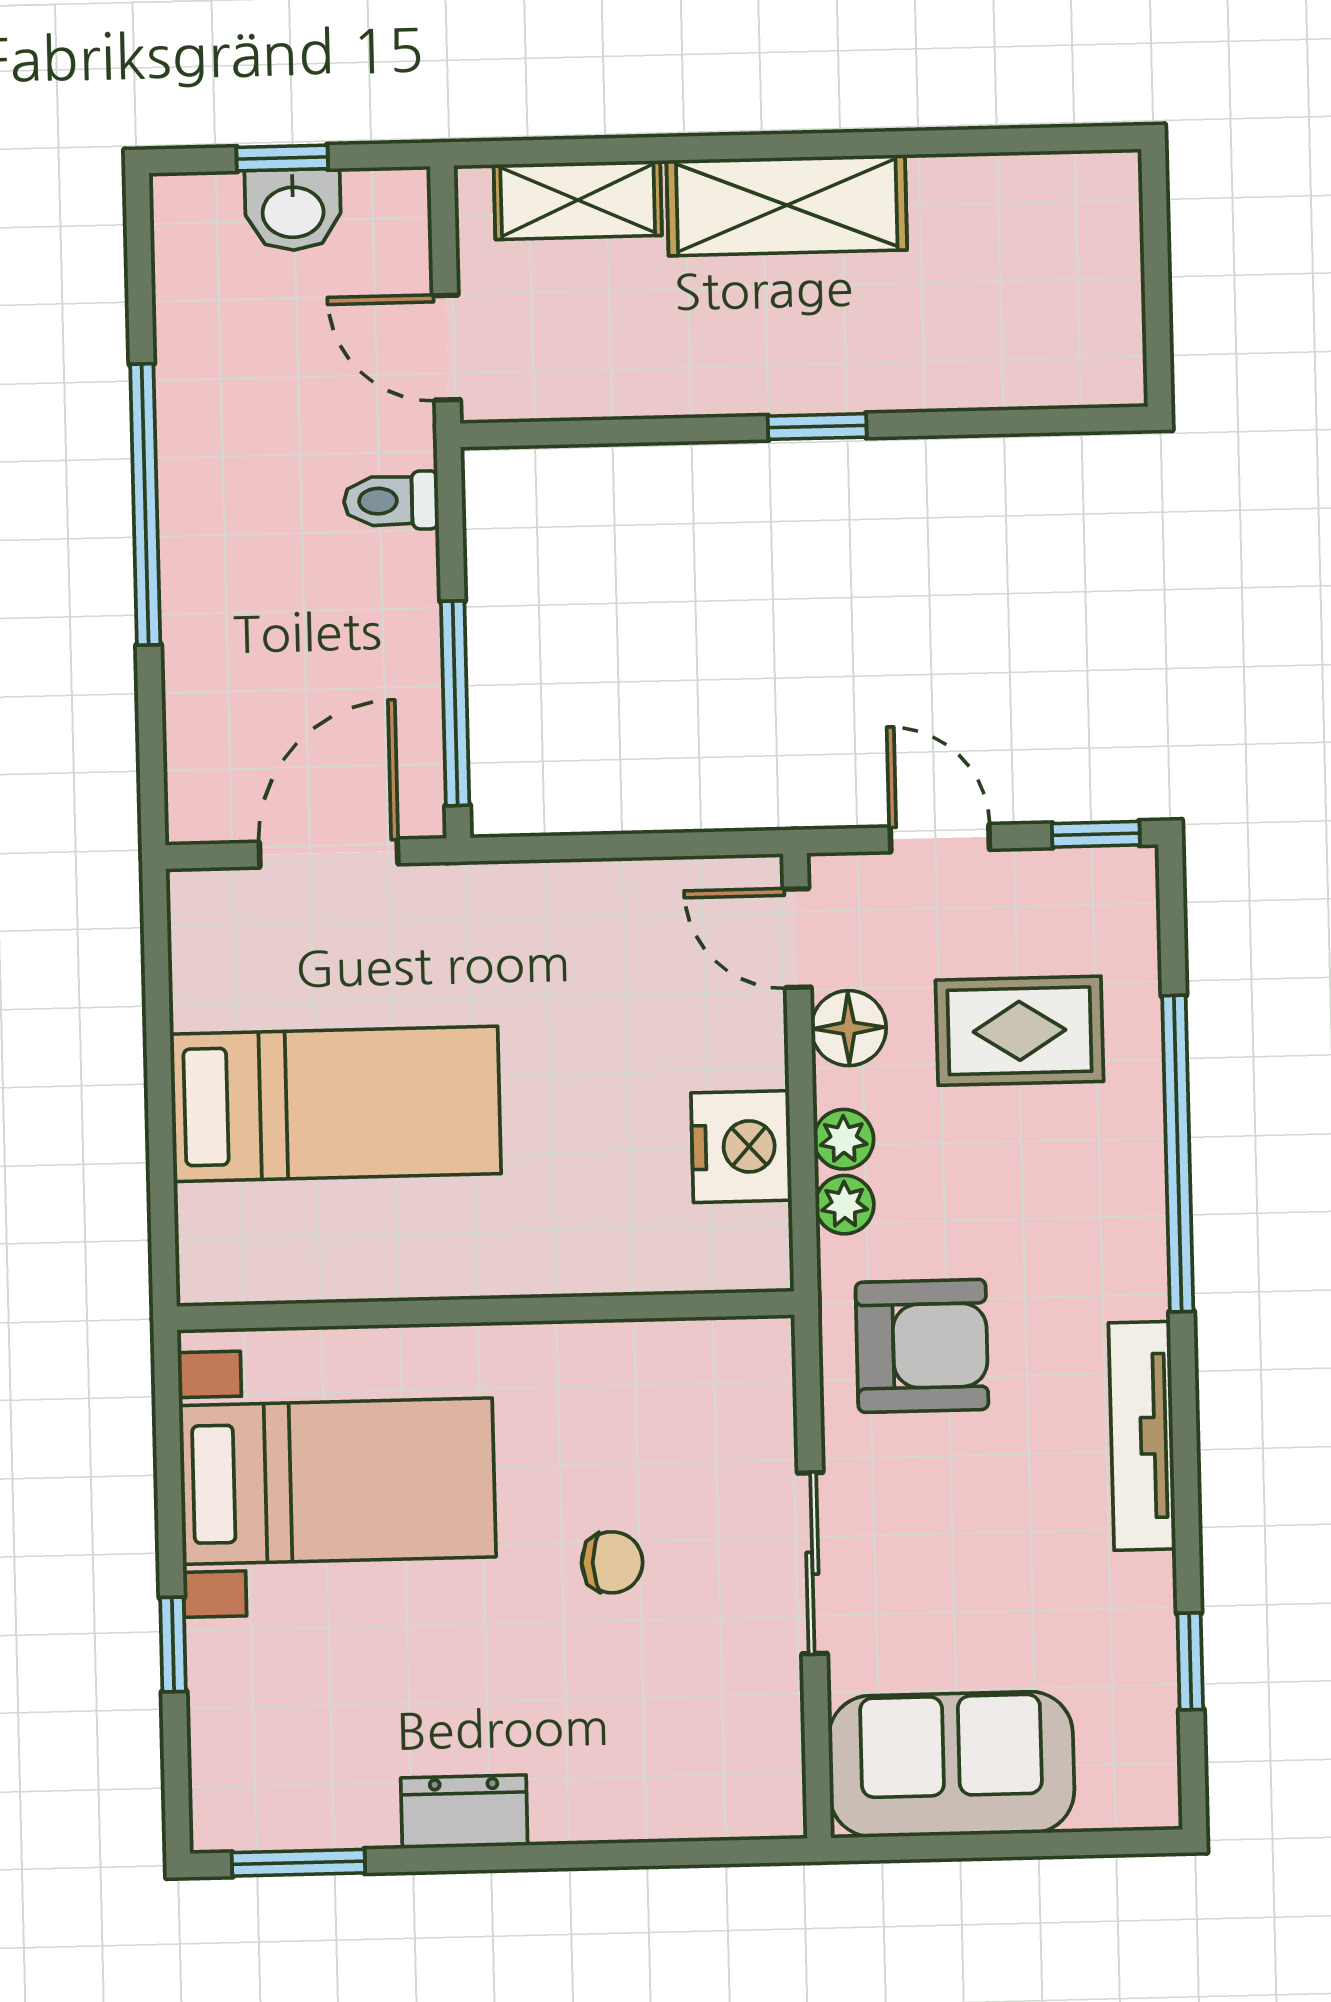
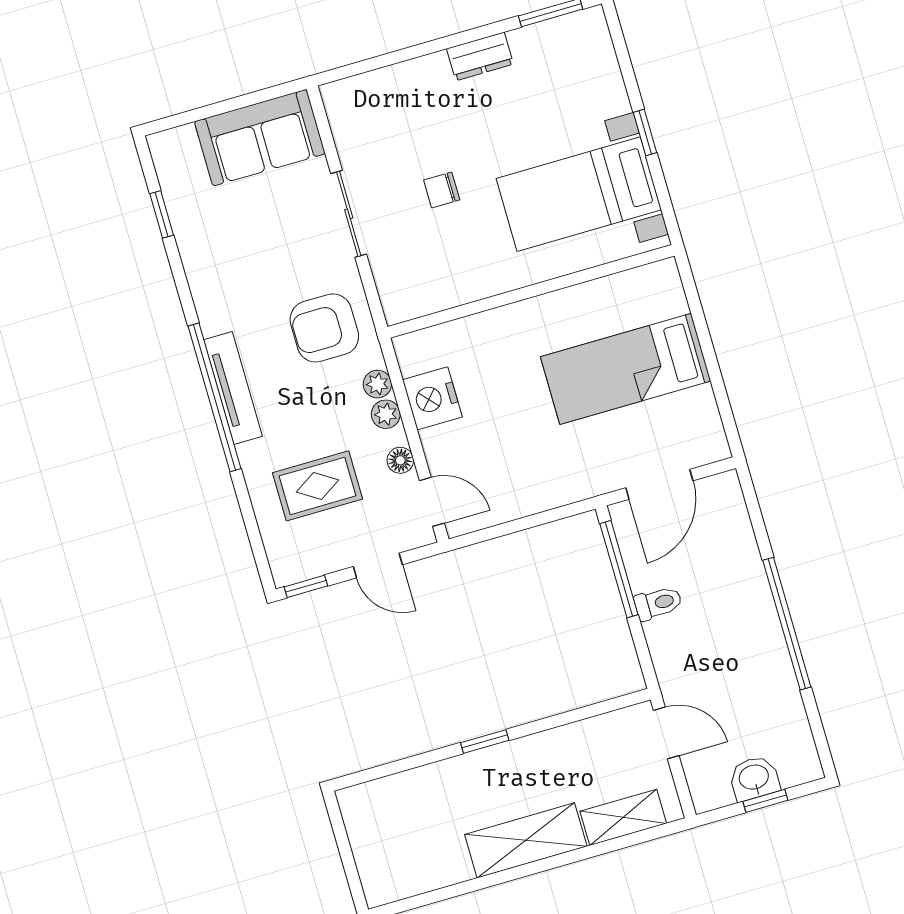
toilet: (391, 501) -> (658, 603), moved
floor lamp: (849, 1028) -> (400, 460), width x0.73, depth x0.73
window: (1178, 1154) -> (214, 397), moved
tv unit: (1142, 1436) -> (233, 388), moved
window: (173, 1644) -> (645, 132), moved

